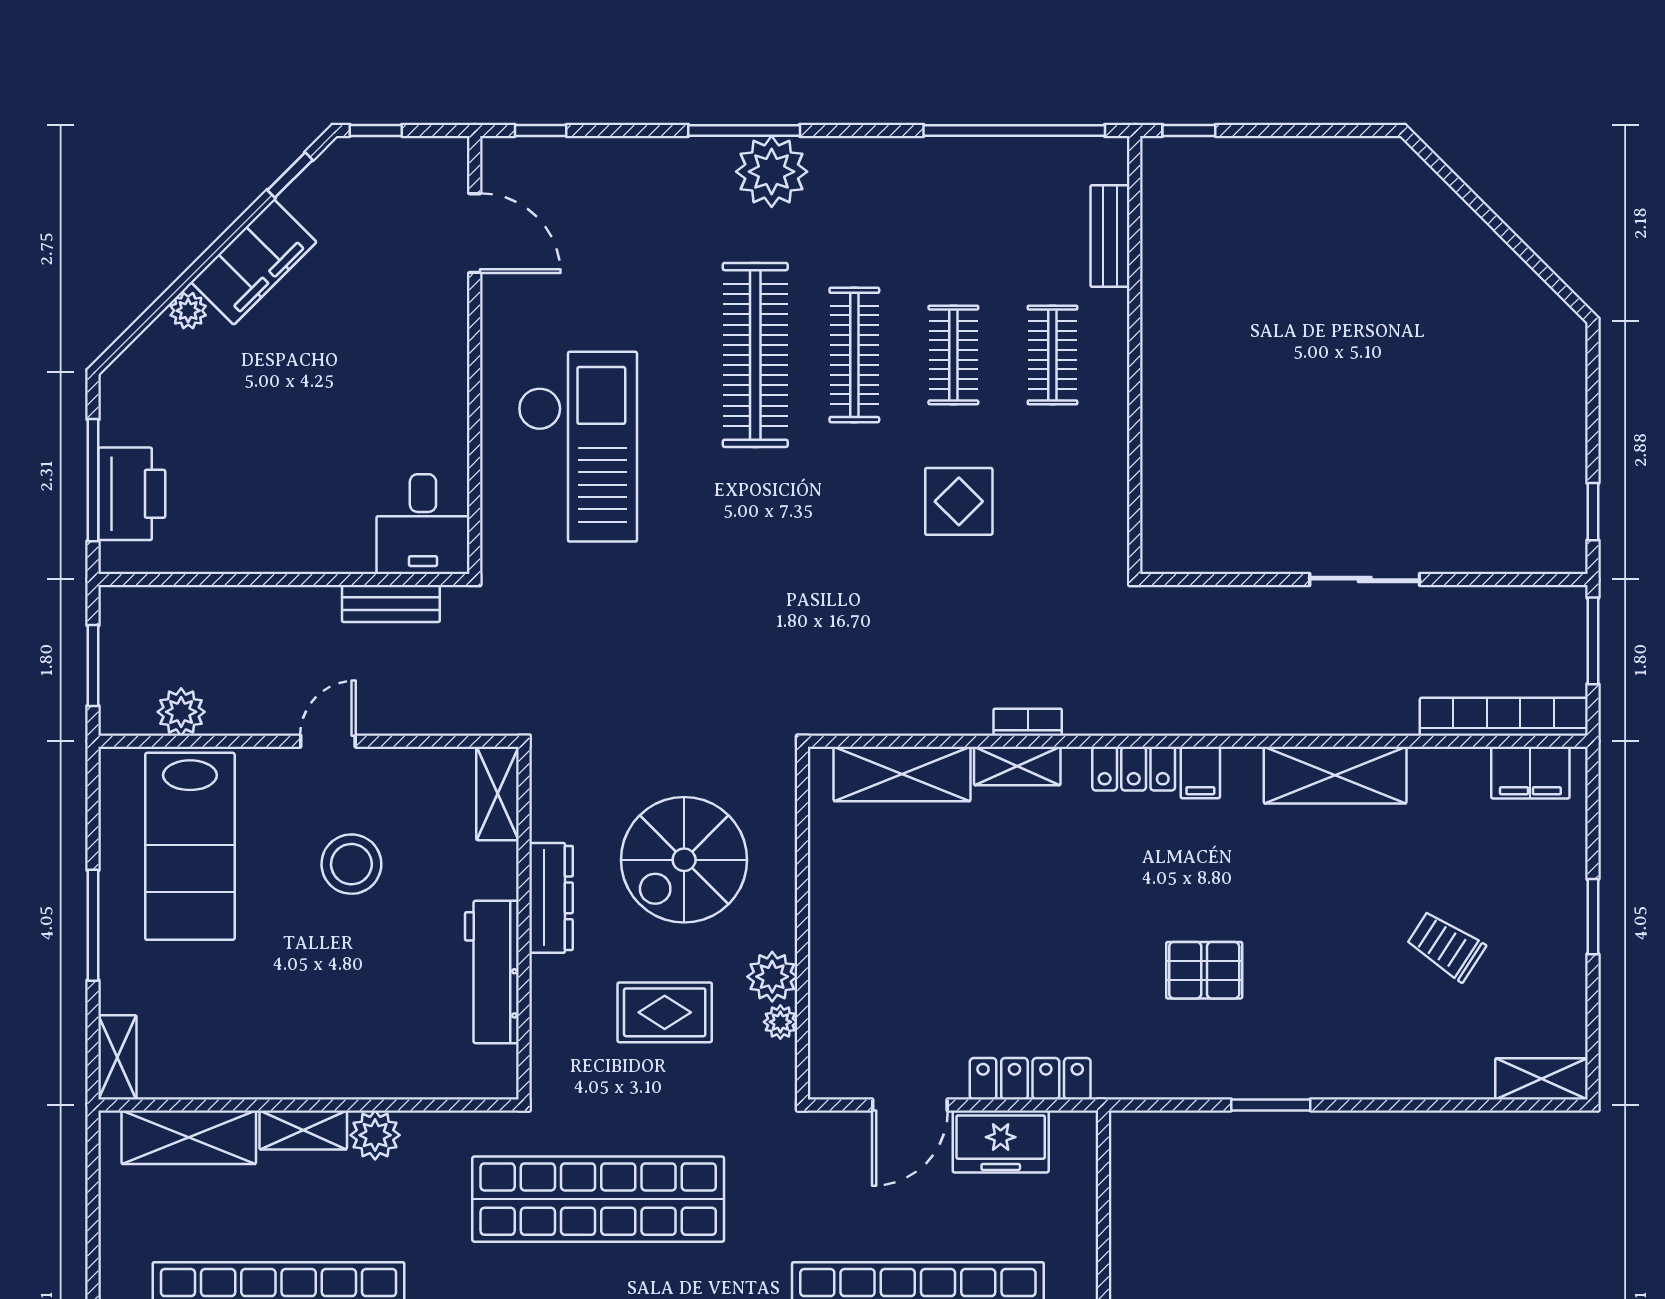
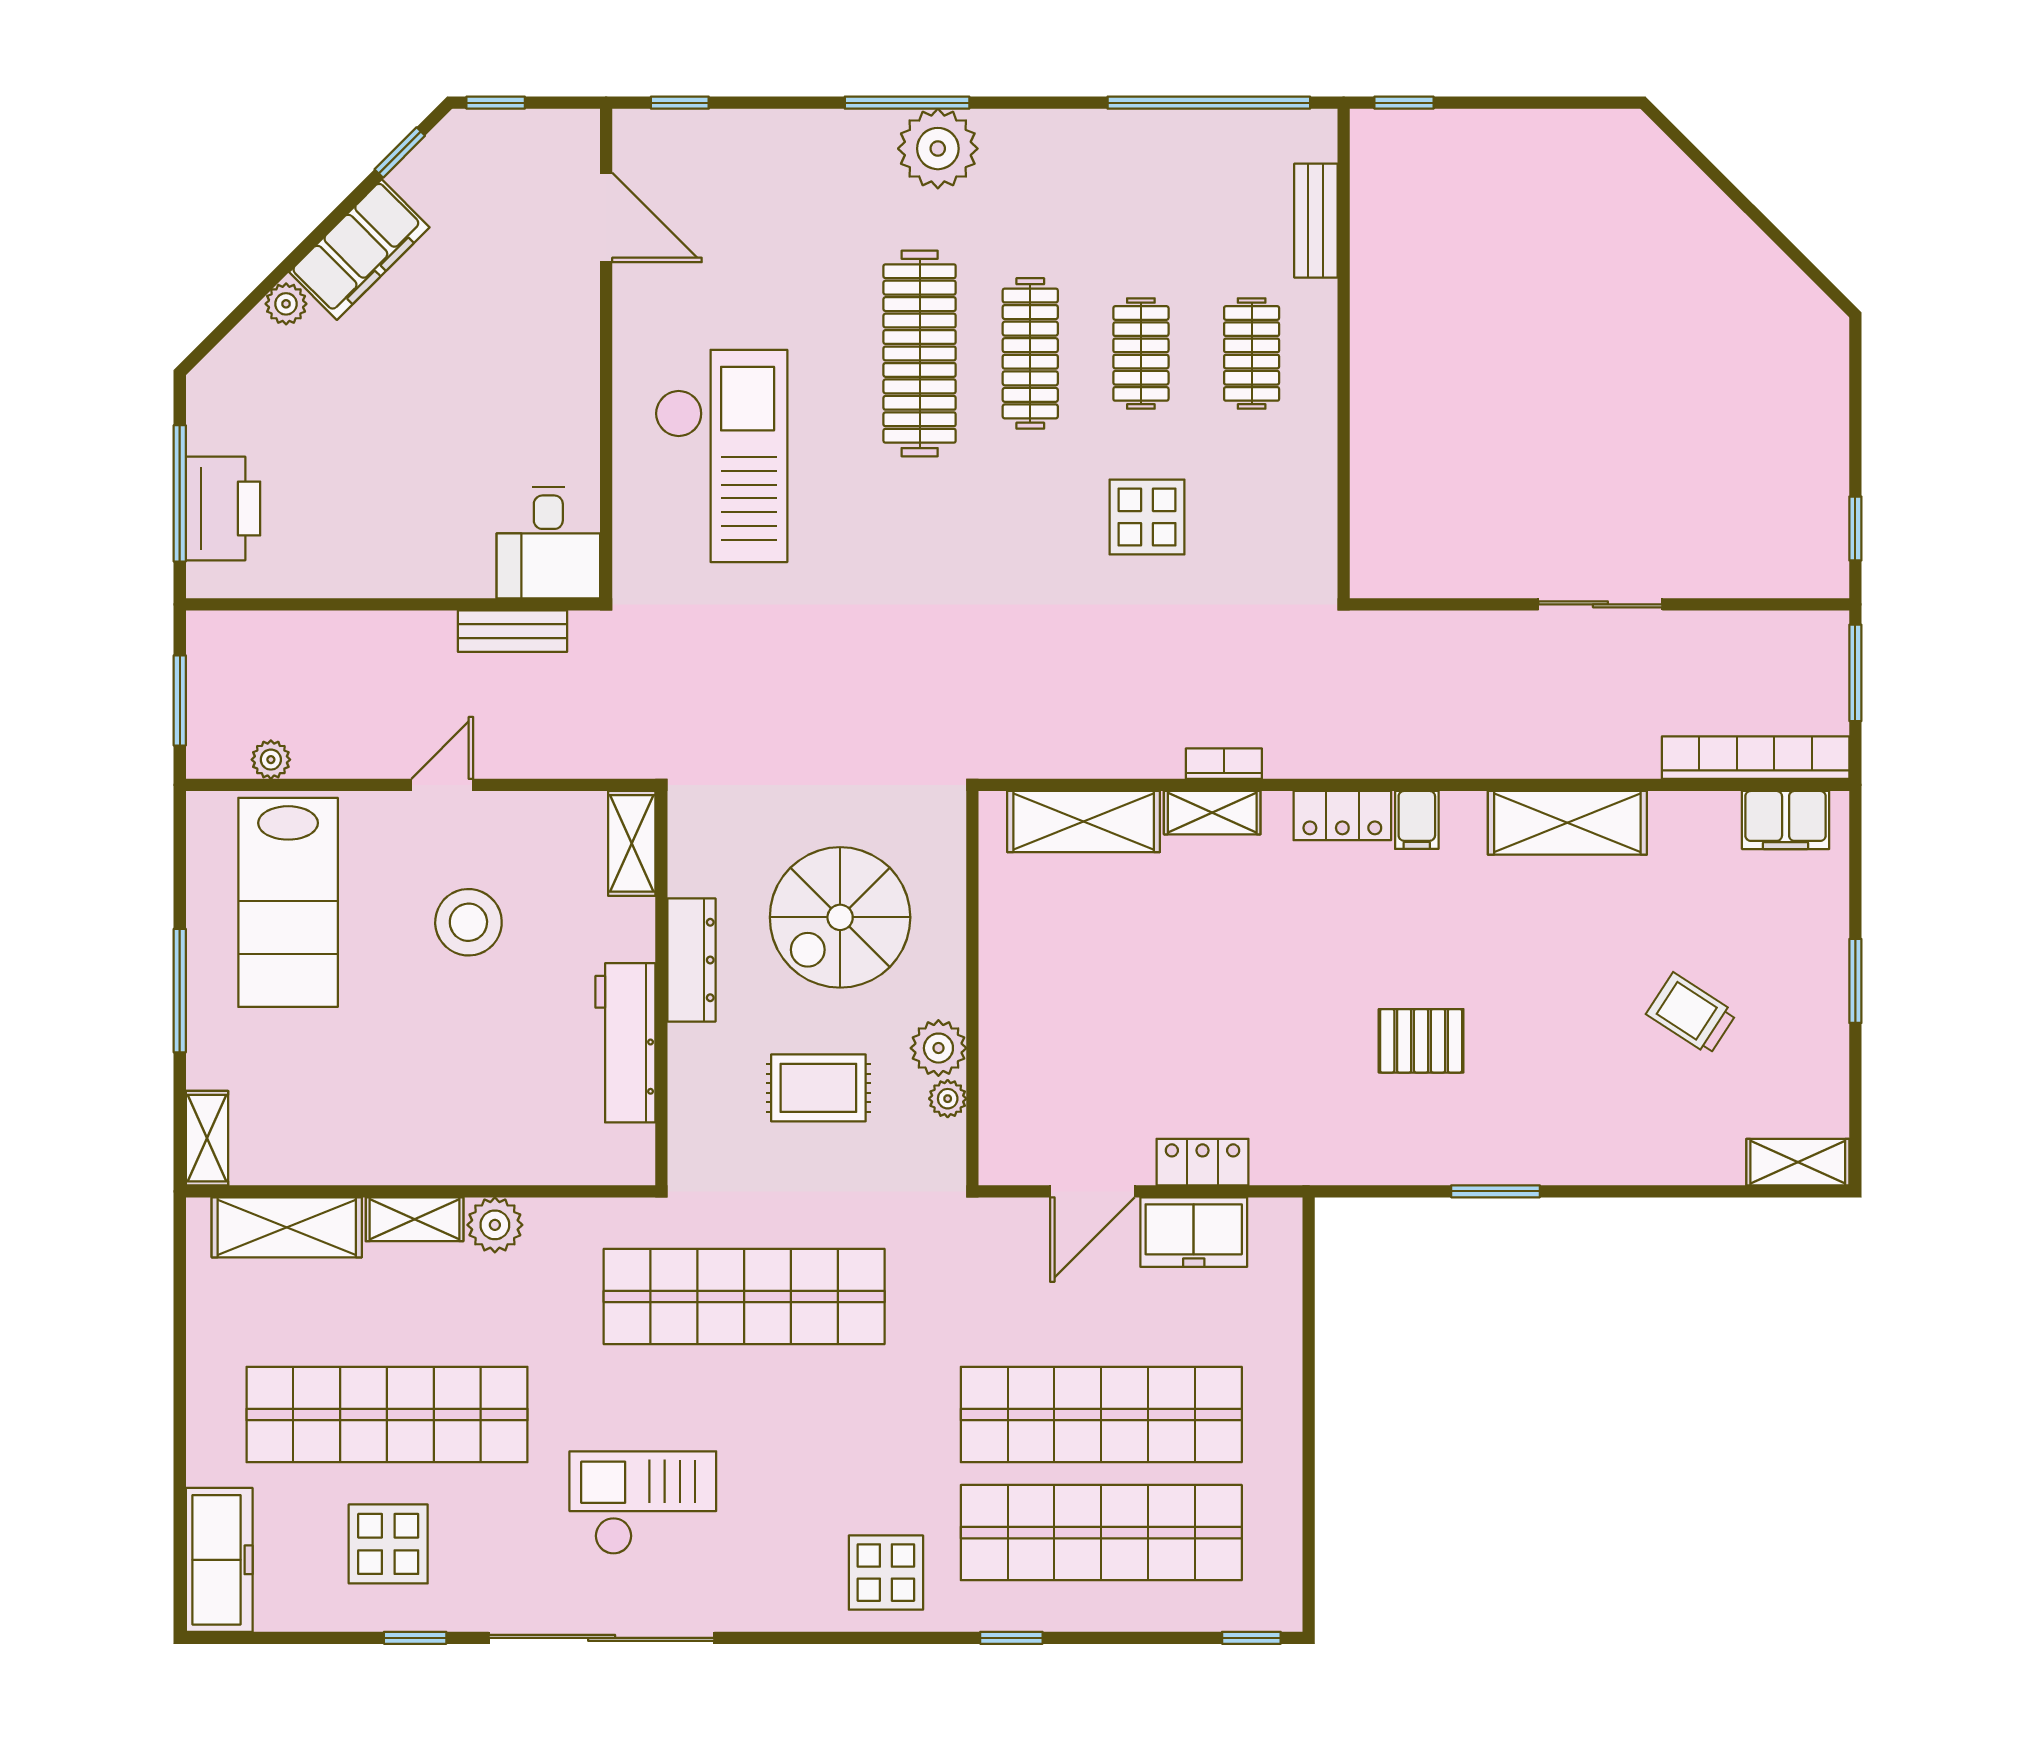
plant: (181, 712) -> (271, 760), width x0.73, depth x0.73
locker: (1030, 1079) -> (1203, 1162), width x0.66

